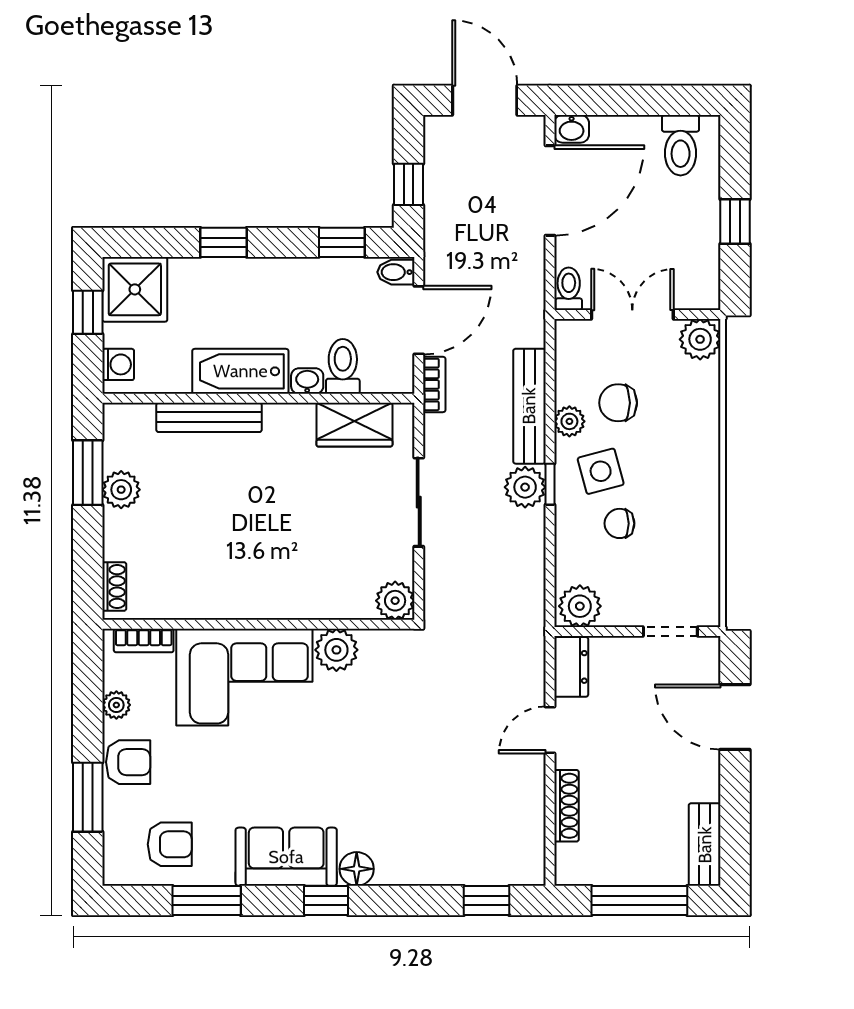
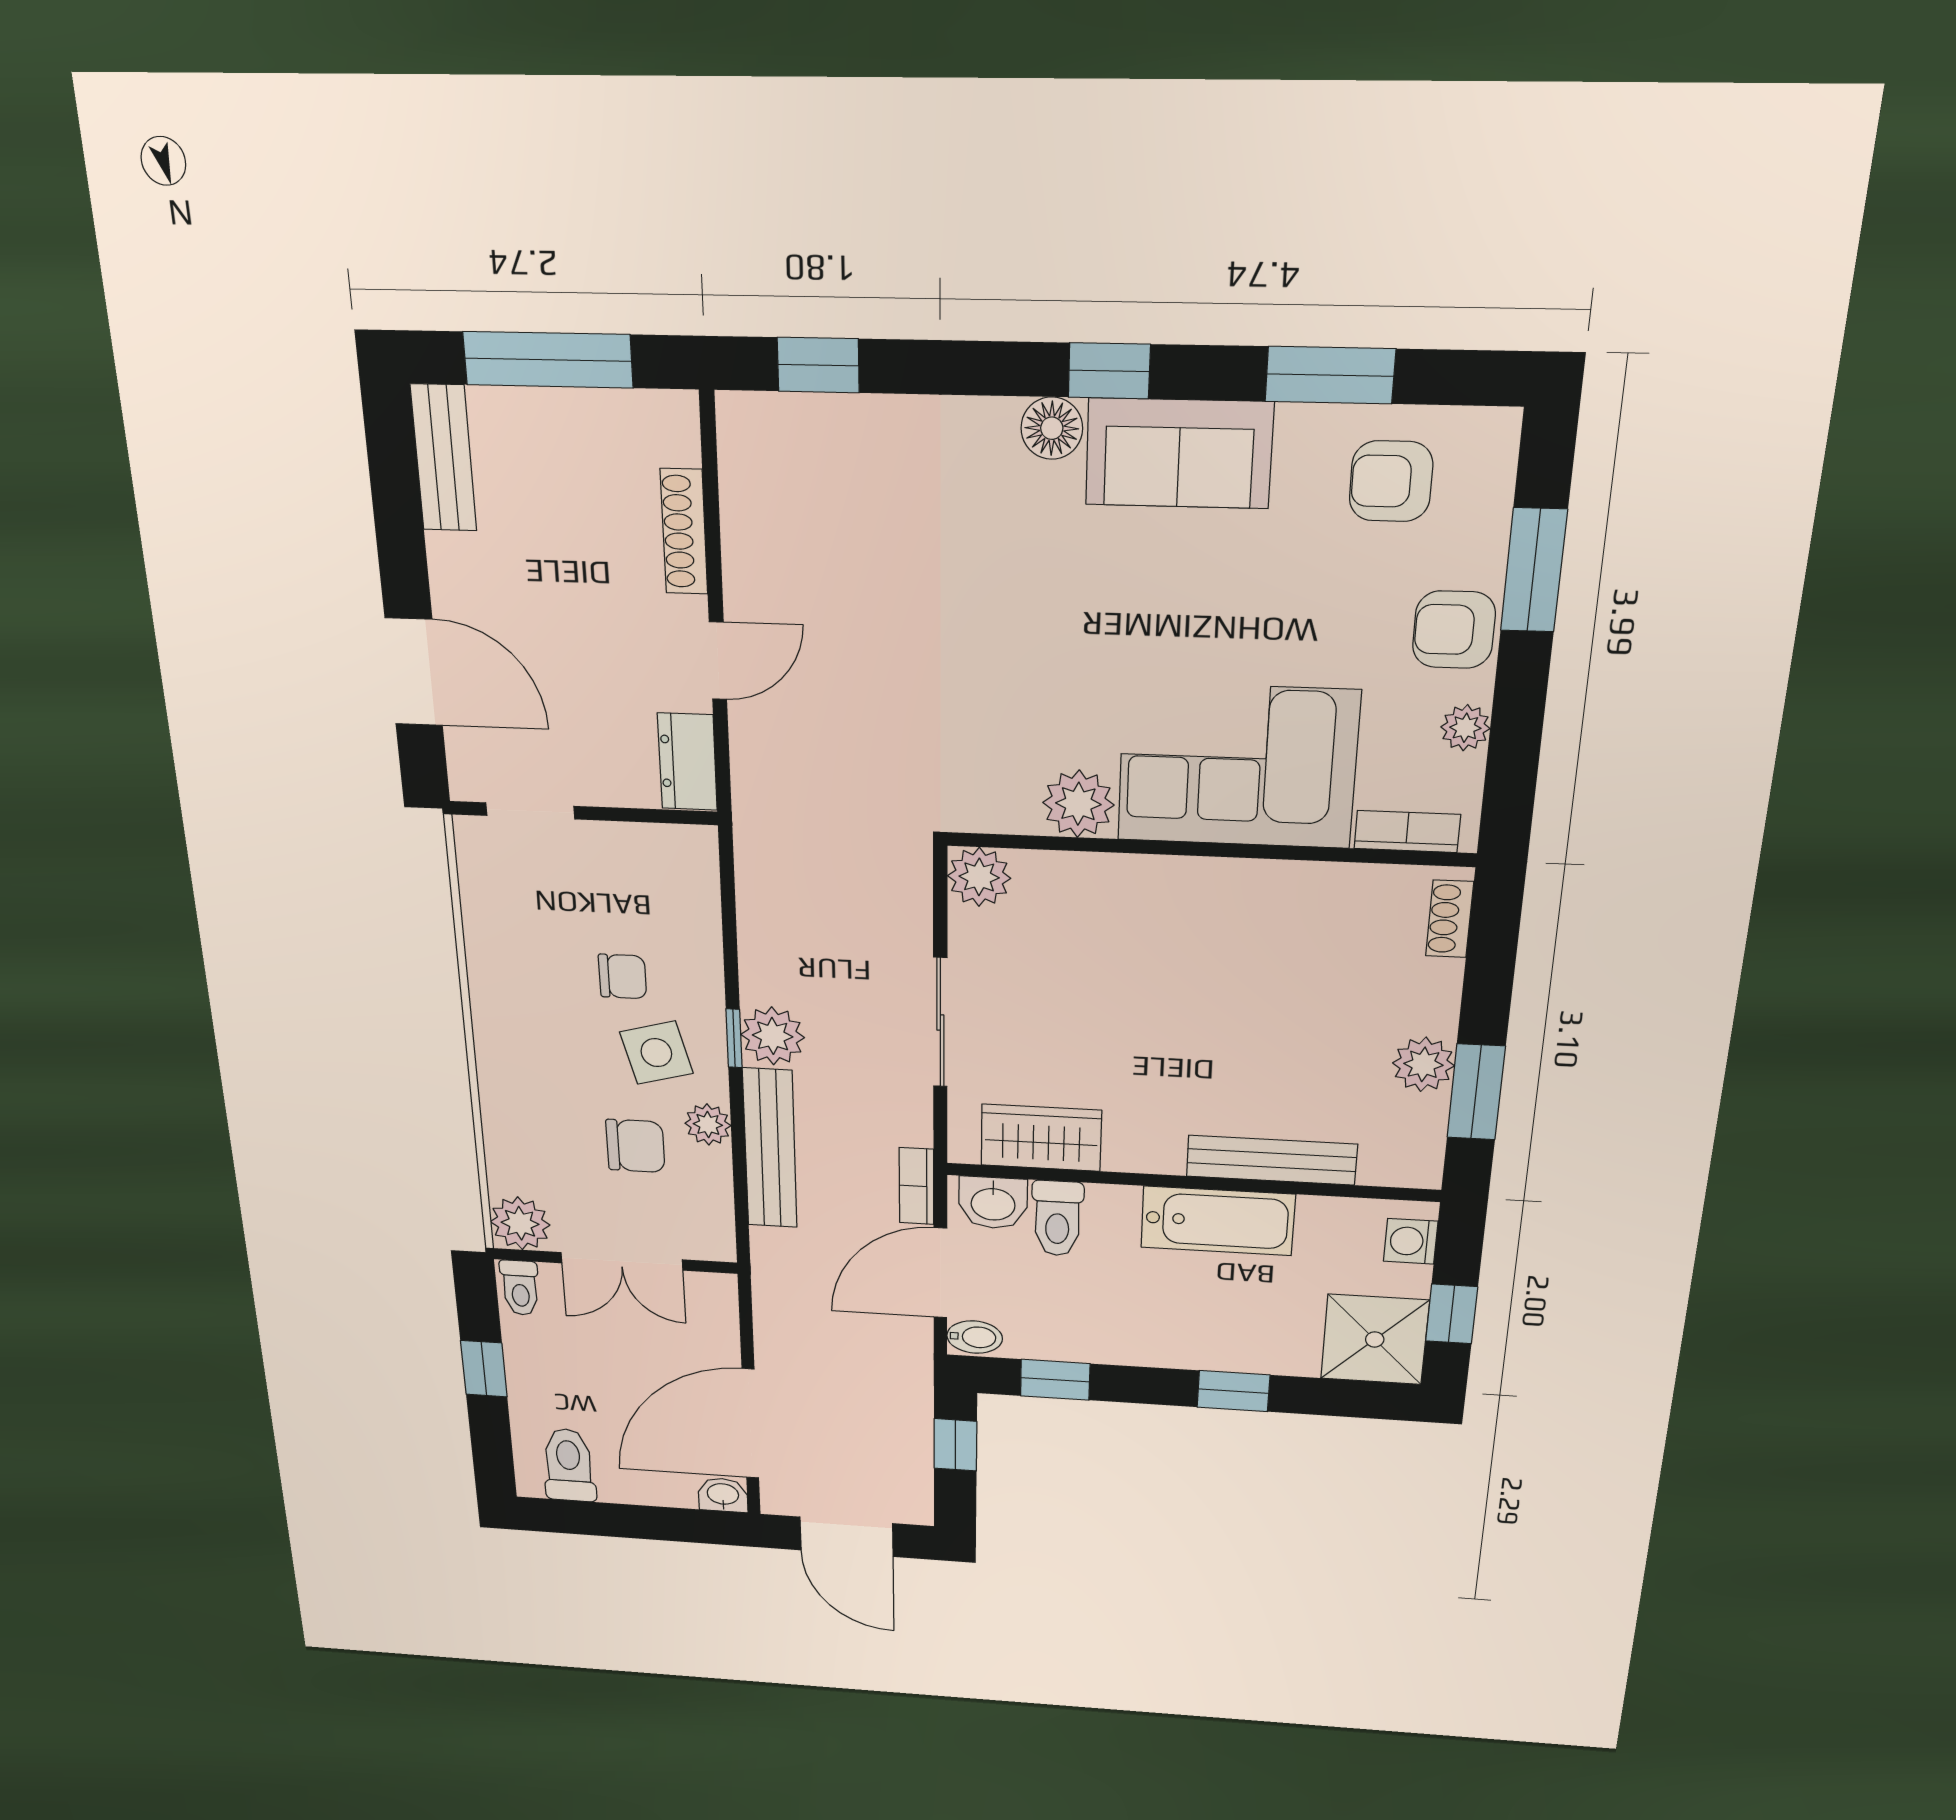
toilet: (569, 289) -> (520, 1288), moved
washbasin: (307, 381) -> (993, 1203), moved, width x1.38, depth x1.45
plant: (580, 606) -> (678, 856), removed

